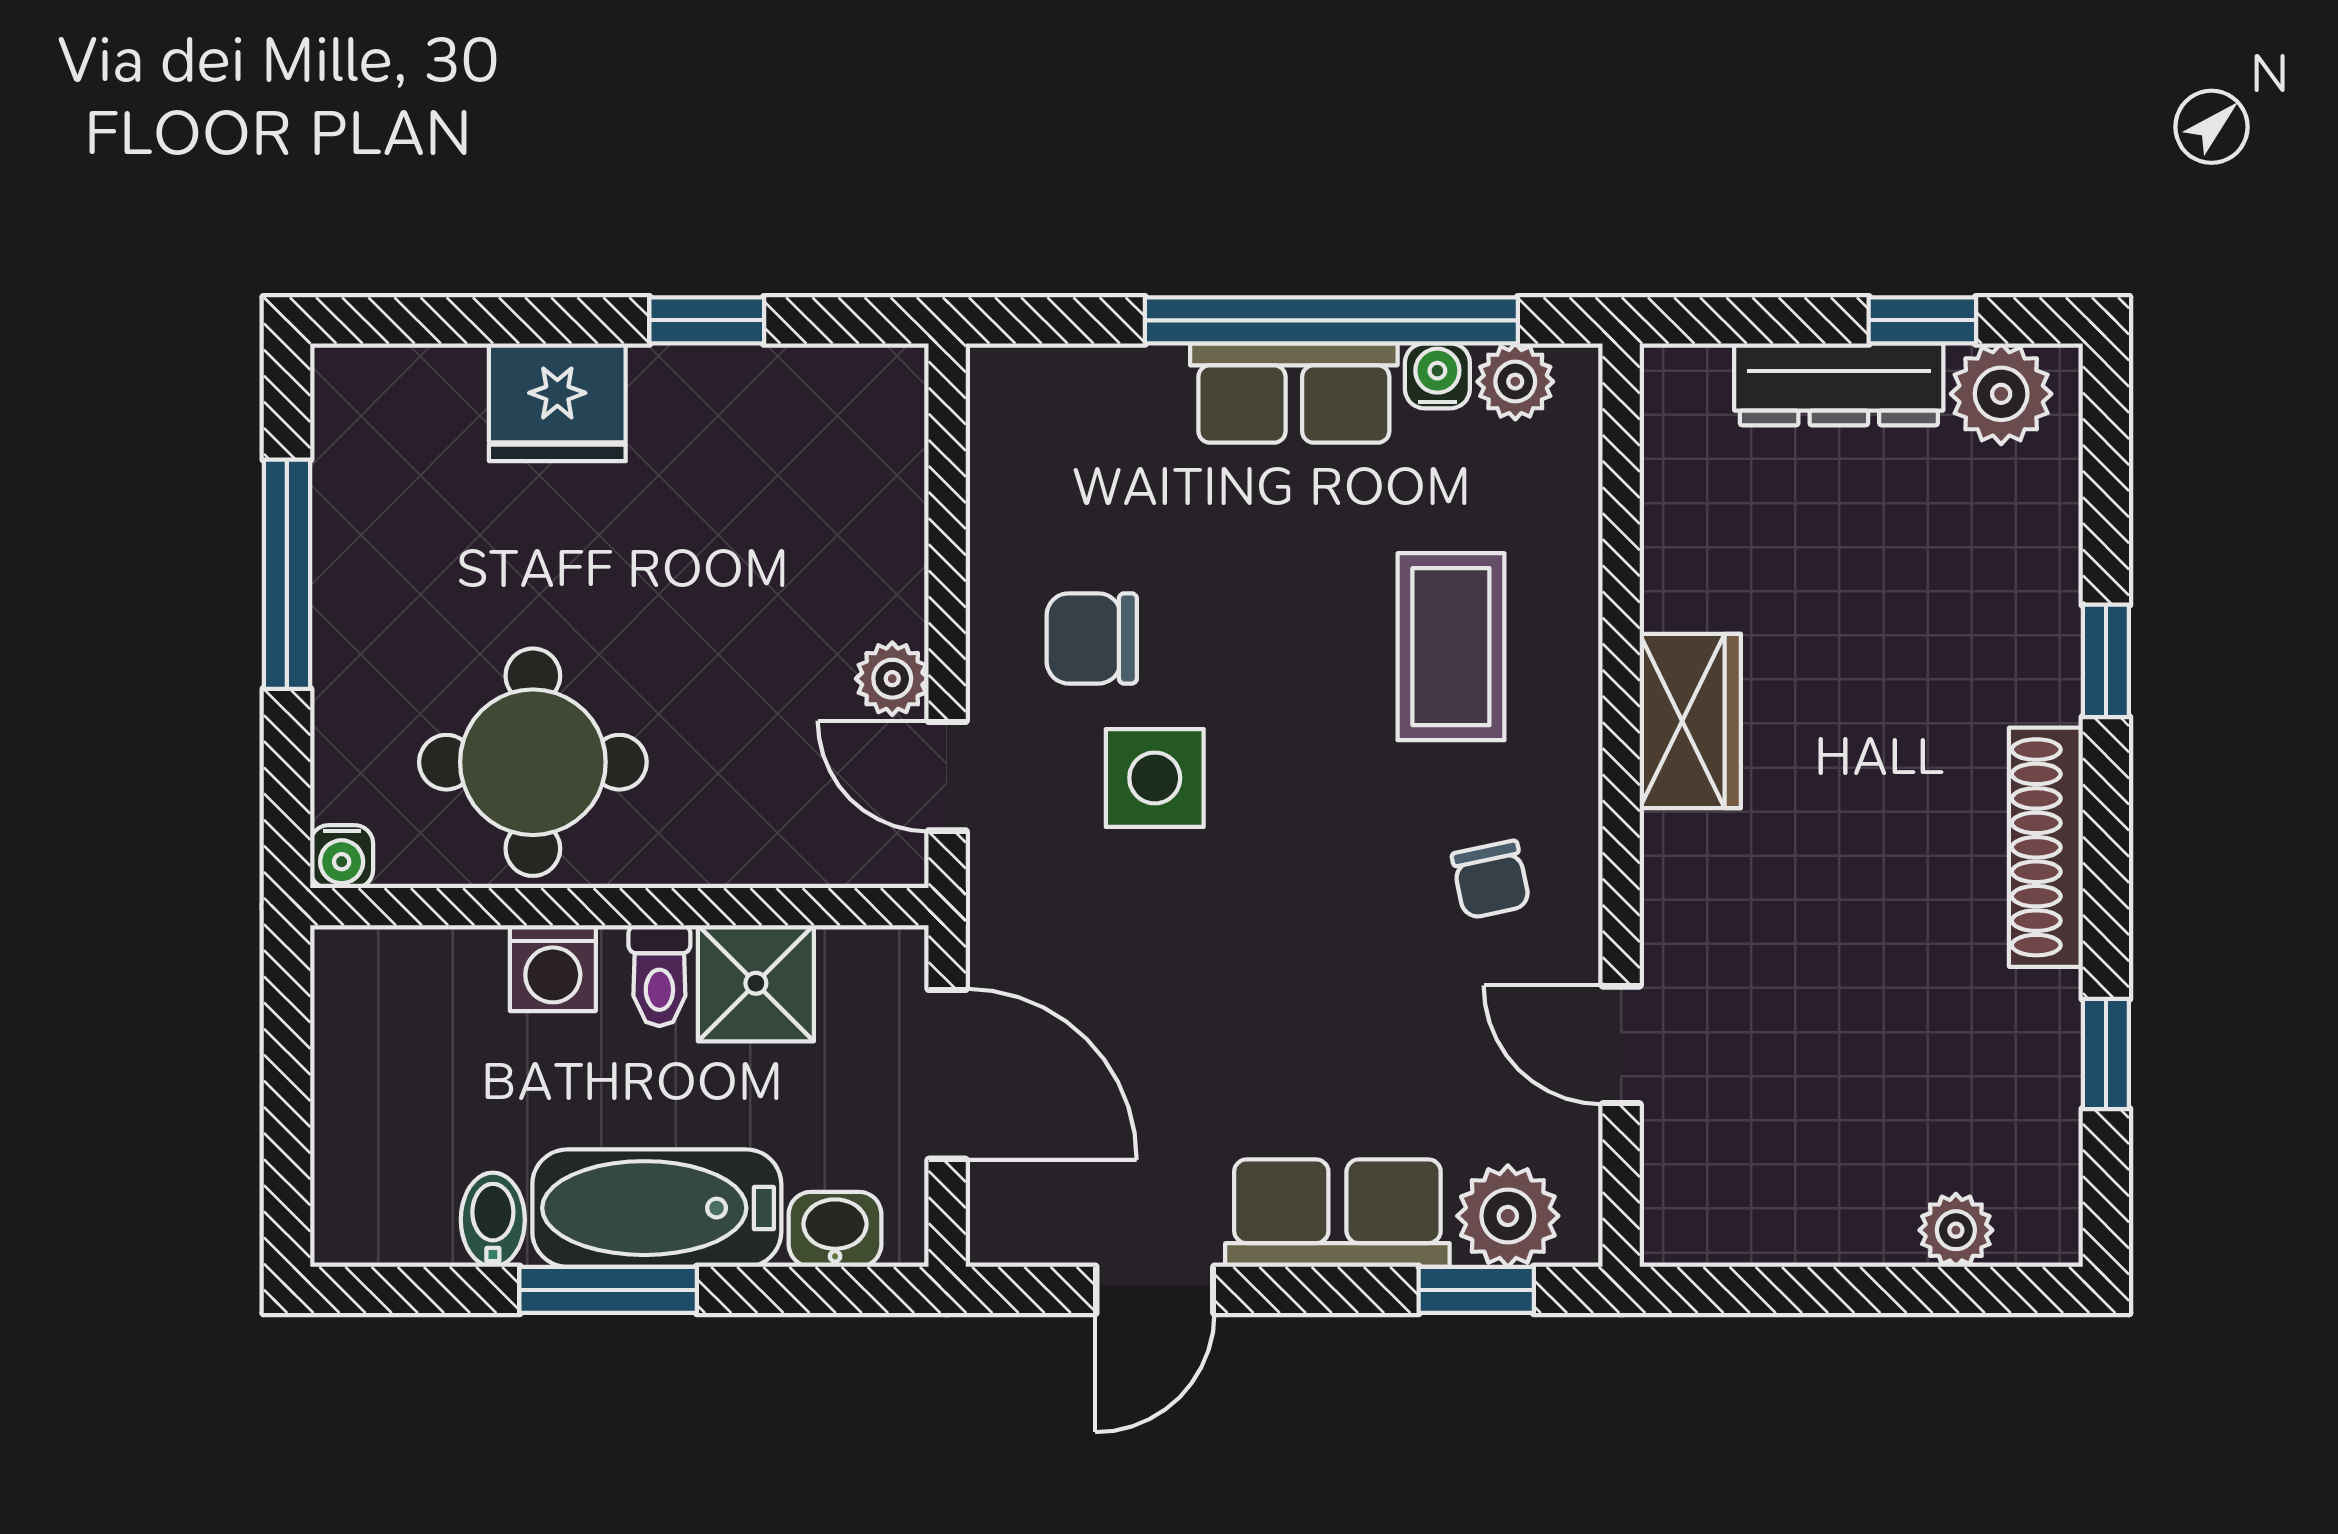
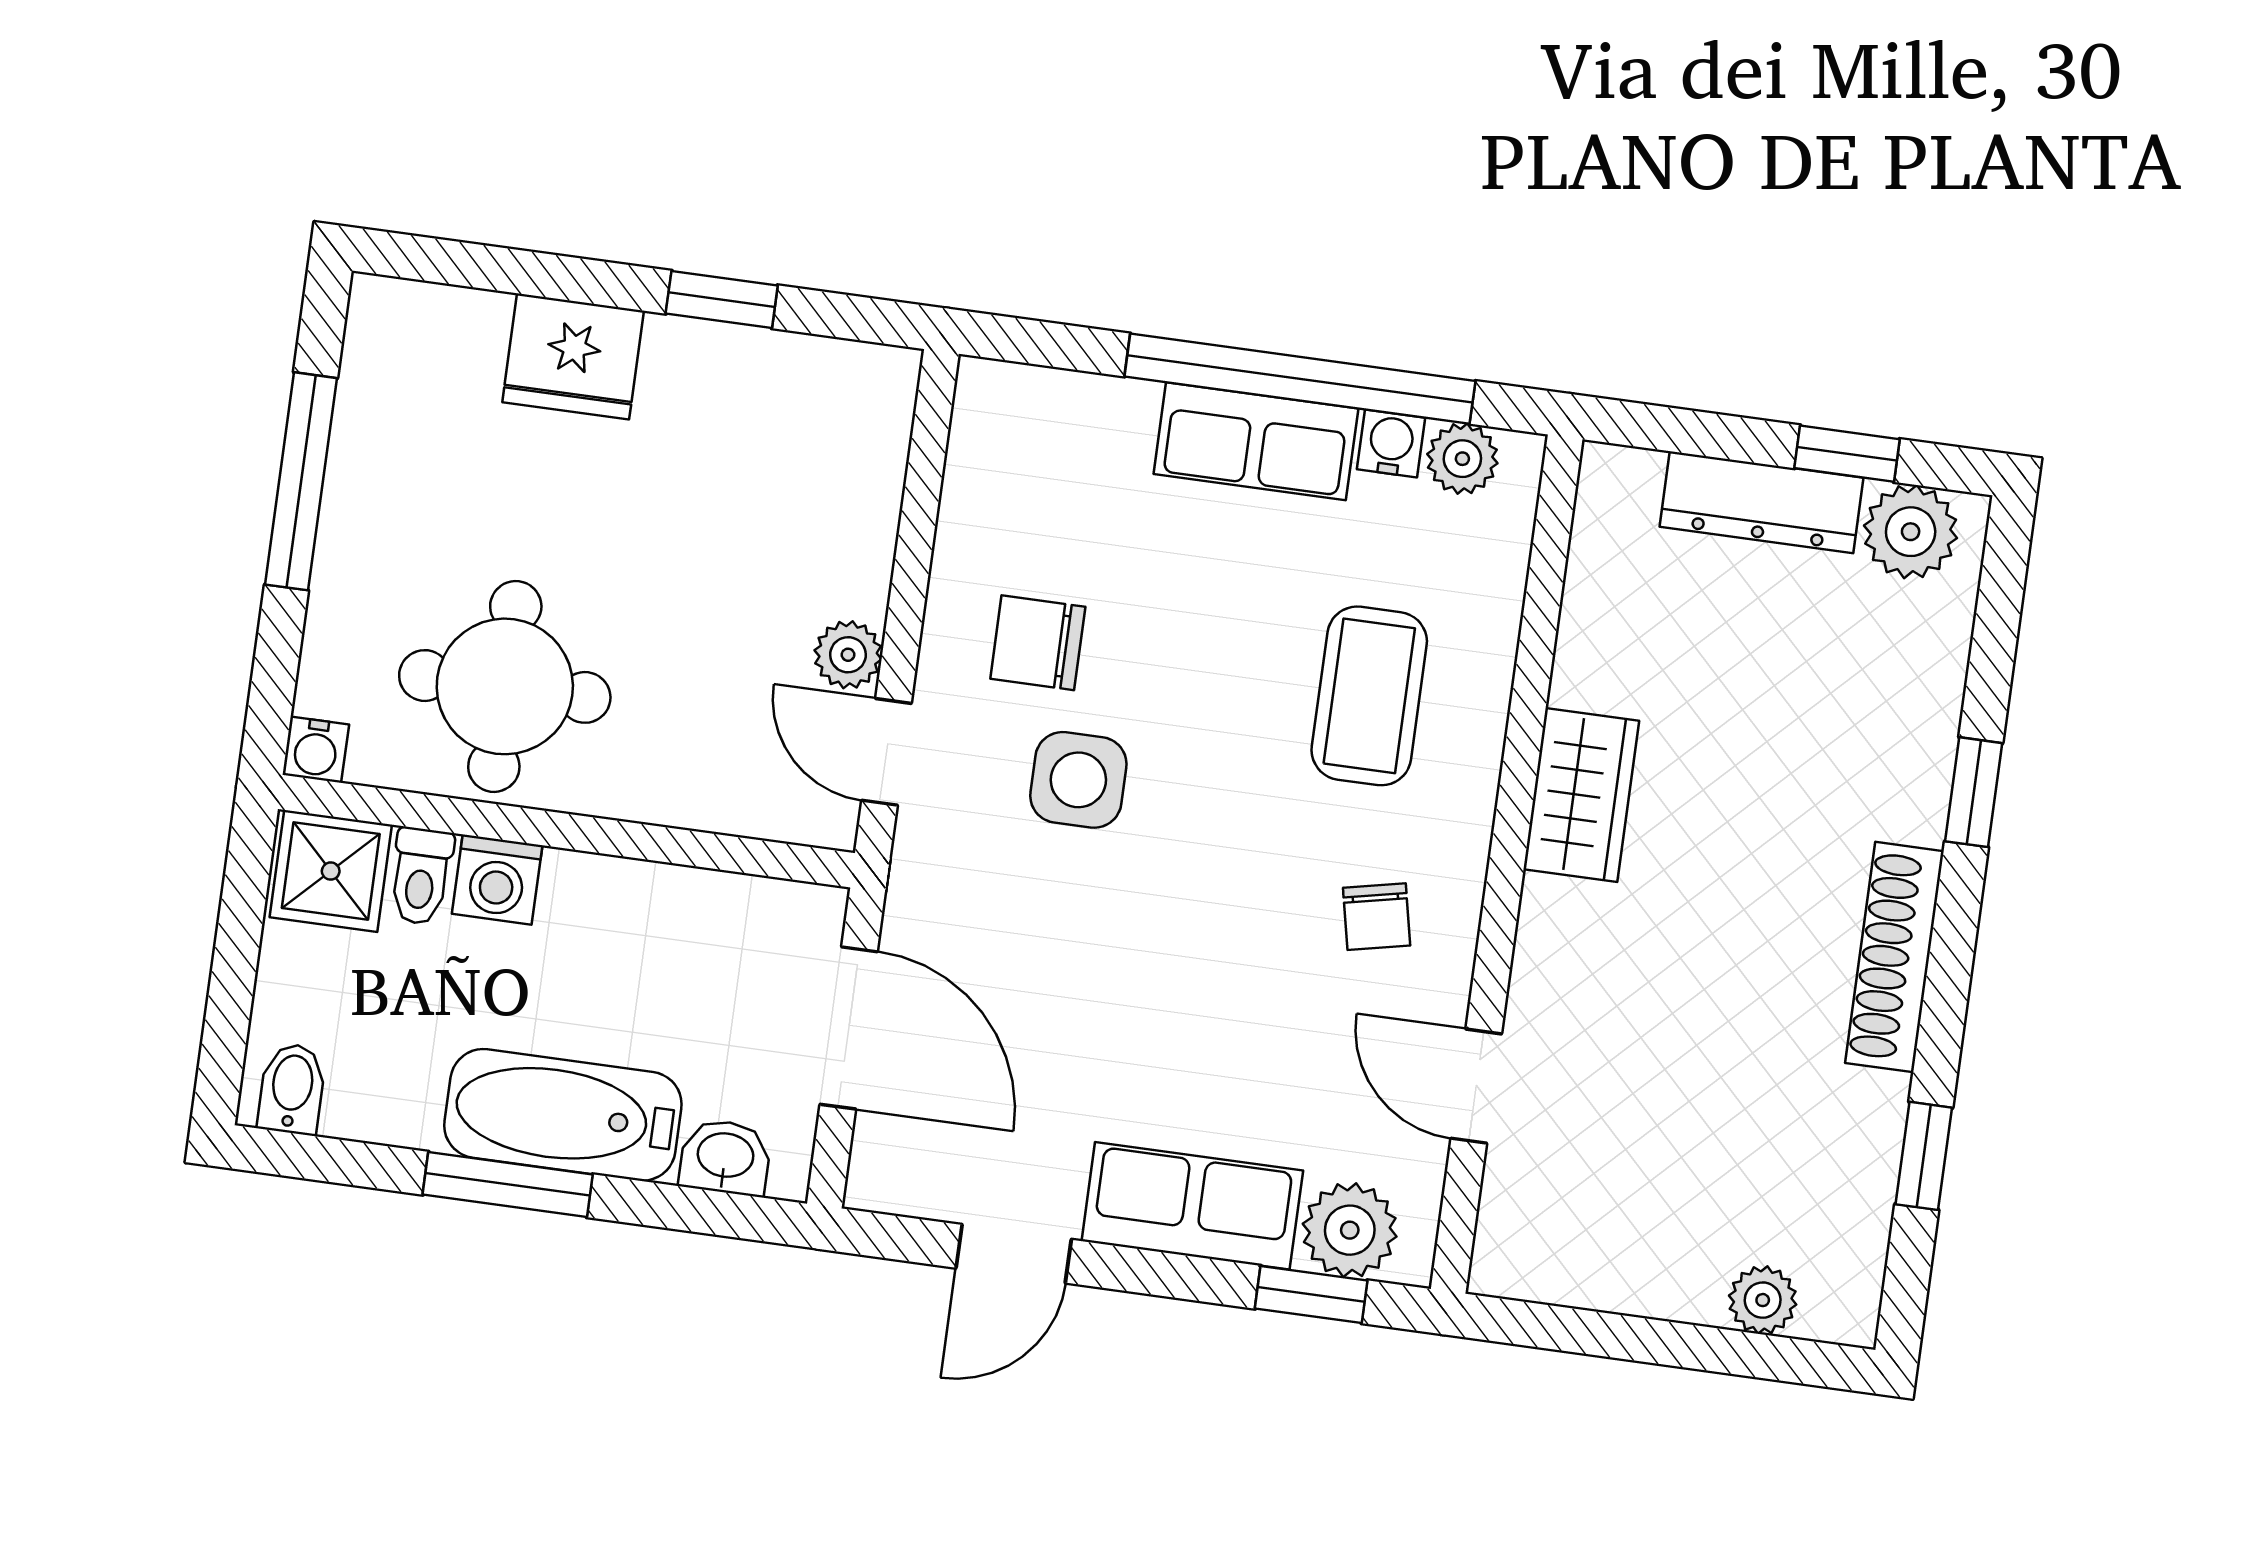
toilet: (659, 976) -> (421, 876), moved
shower: (756, 983) -> (331, 871), moved
bidet: (493, 1220) -> (292, 1089), moved

